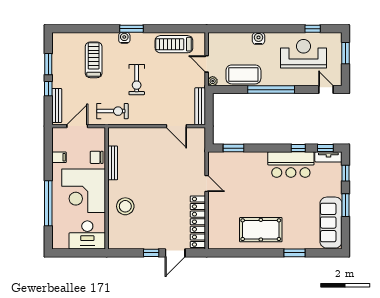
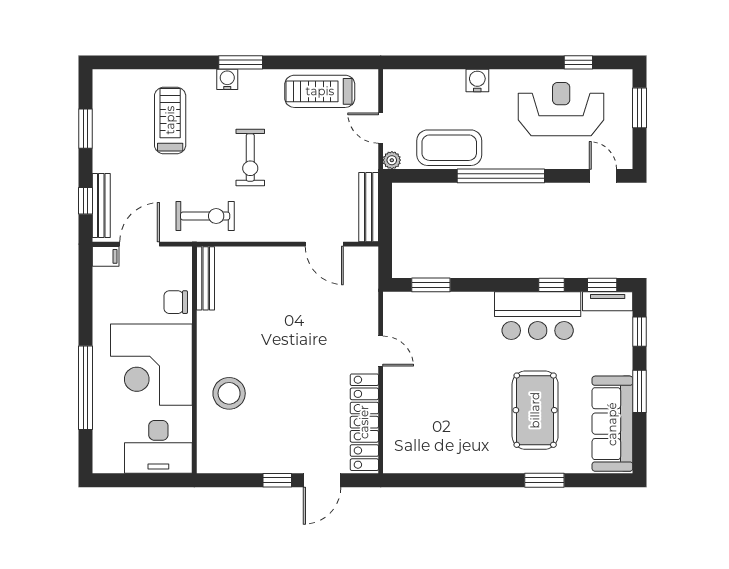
window: (48, 89) -> (85, 201), moved
filing cabinet: (59, 157) -> (106, 256), moved
bench: (113, 163) -> (206, 278), moved
pool table: (261, 230) -> (535, 410), moved, turned 90

